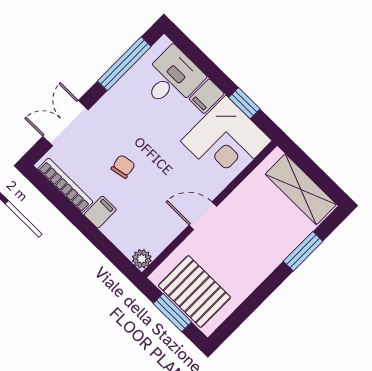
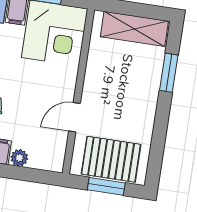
door: (203, 216) -> (74, 117), moved
plant: (142, 259) -> (19, 158), moved

